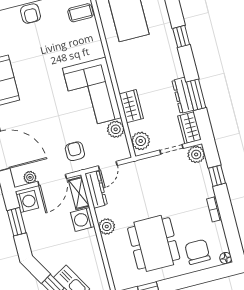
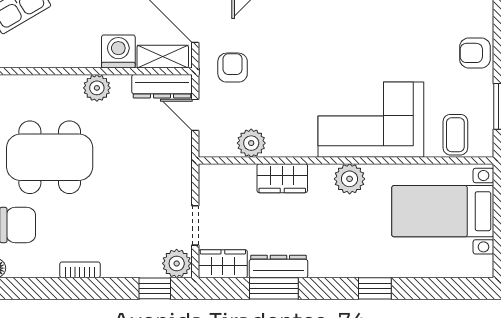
corner sofa: (92, 93) -> (371, 120), moved
plant: (141, 141) -> (350, 179), moved
armchair: (75, 151) -> (233, 68), turned -90
window: (217, 176) -> (155, 288), moved

